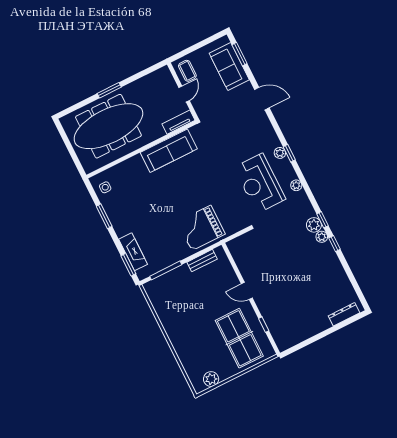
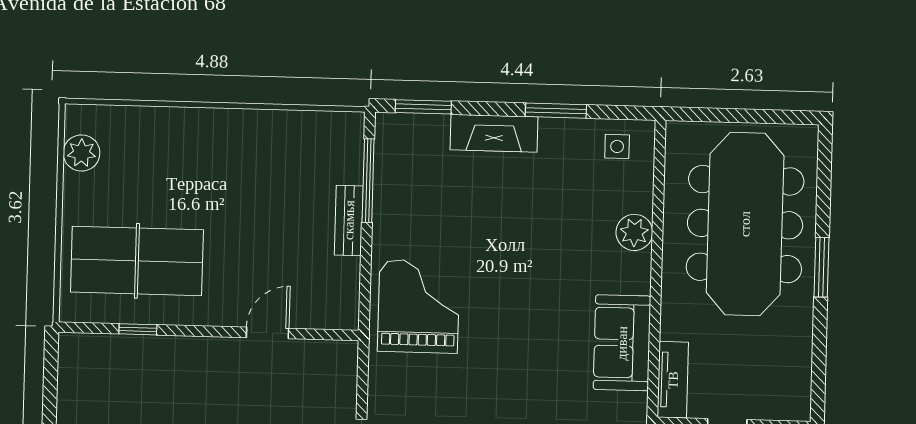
sofa: (169, 151) -> (622, 343), width x0.73
plant: (133, 164) -> (634, 232), added
fireplace: (133, 252) -> (494, 133), moved
bench: (202, 261) -> (349, 220), moved
door: (247, 291) -> (267, 333), moved

